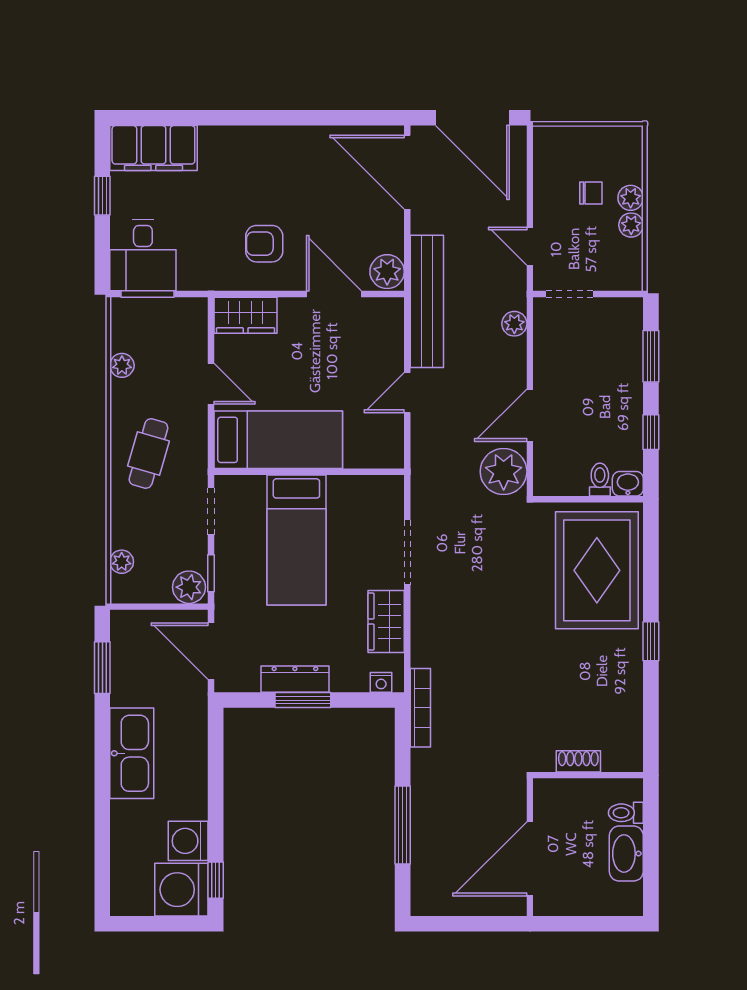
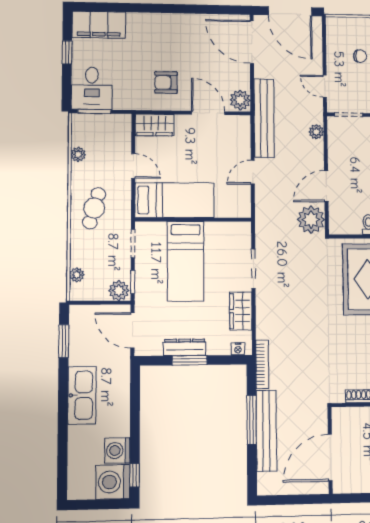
bench: (426, 814) -> (266, 431), added
window: (403, 825) -> (252, 420), moved

